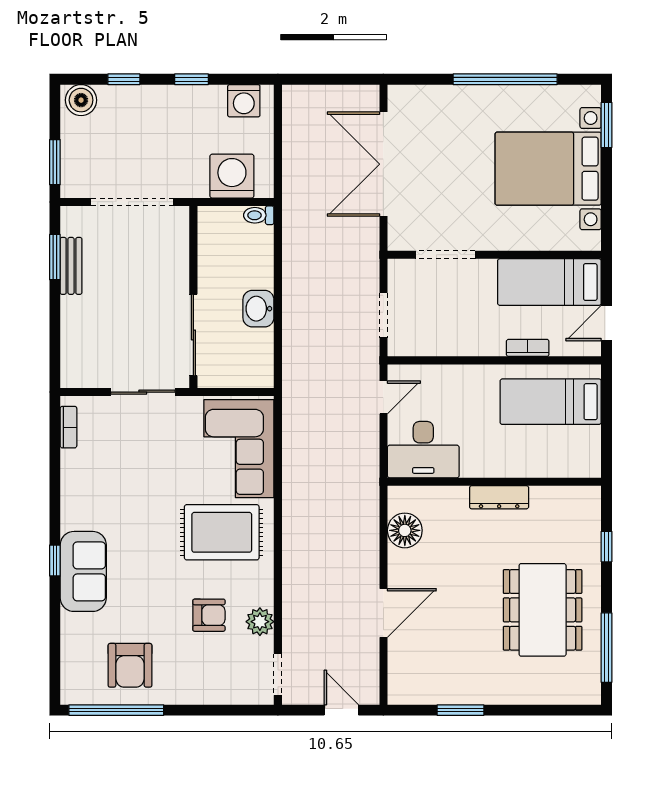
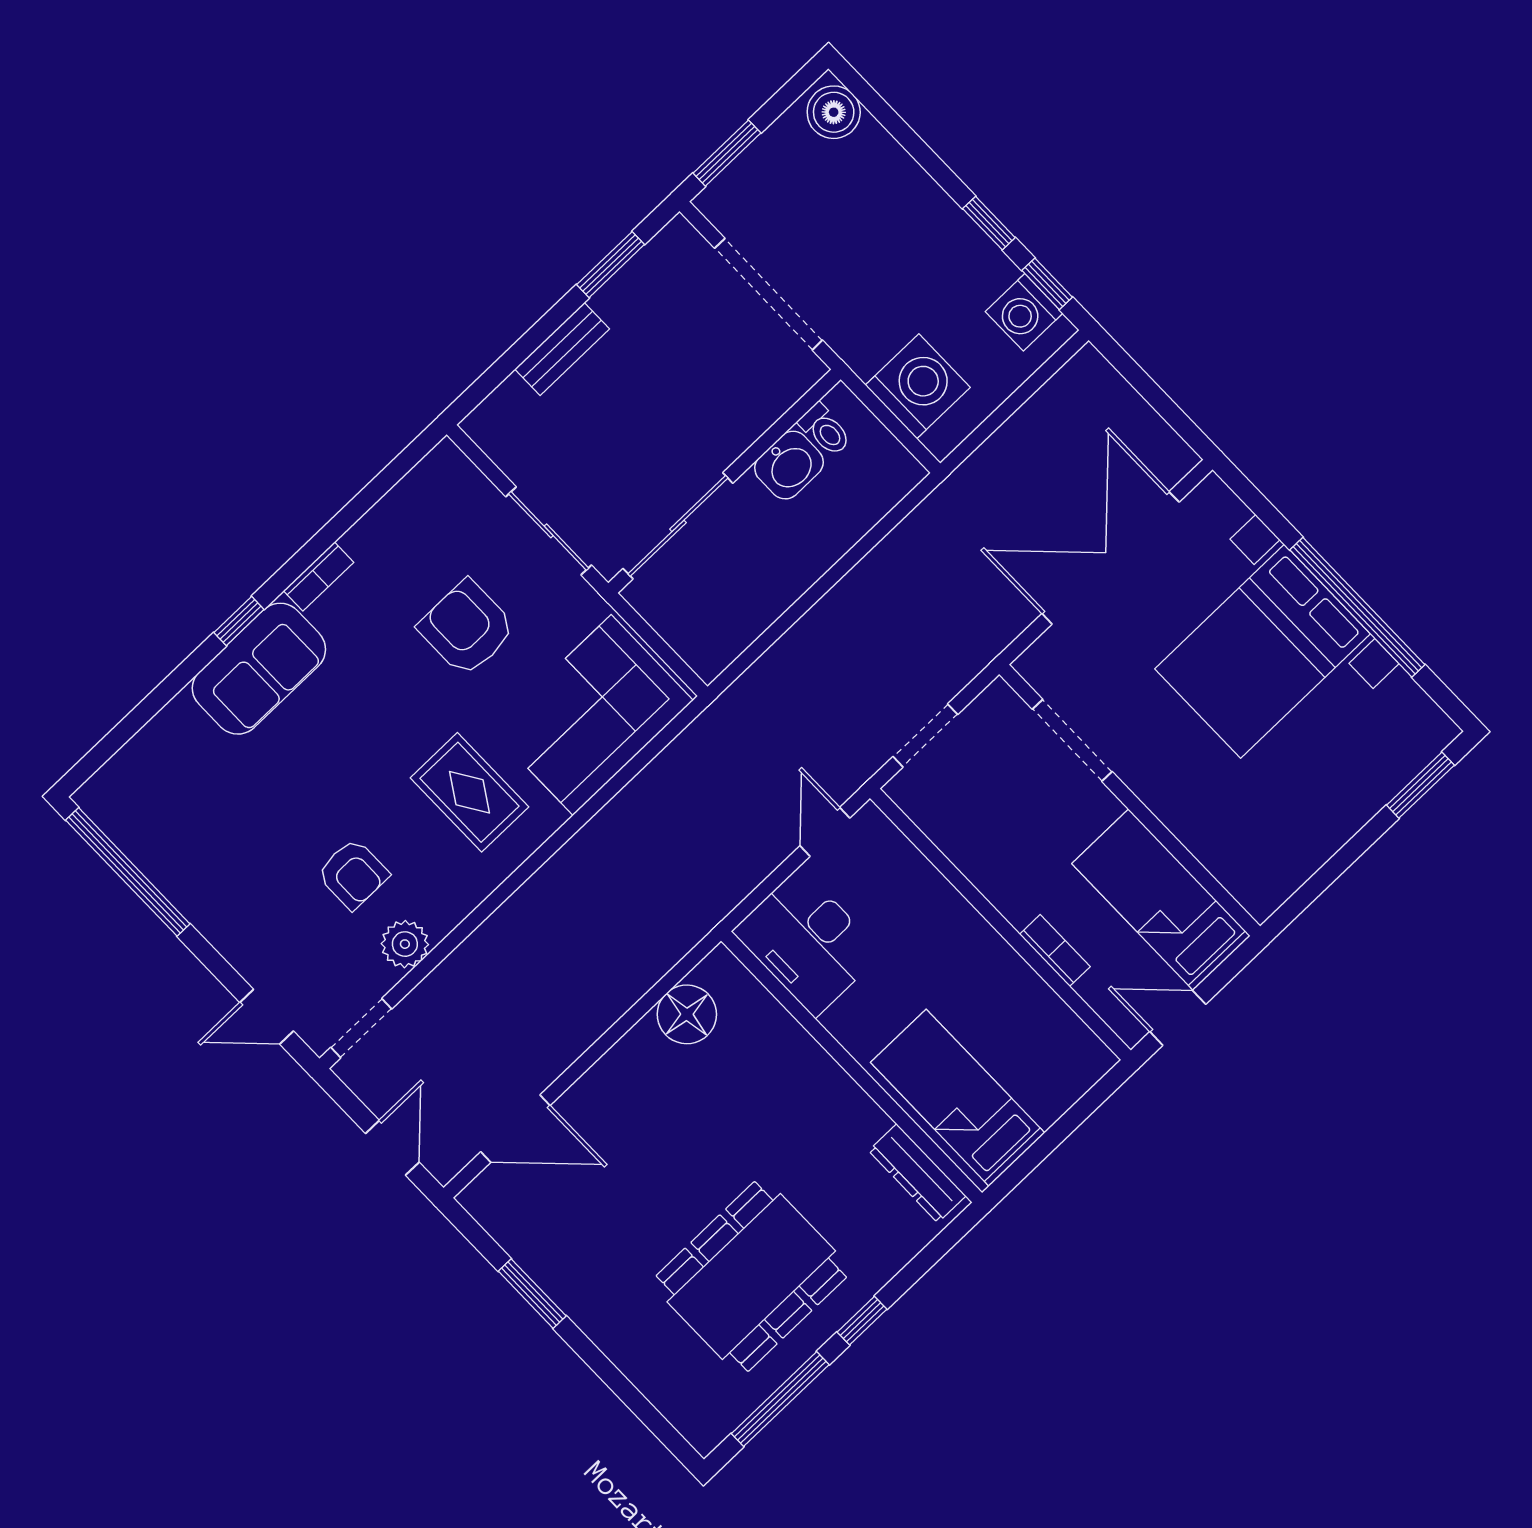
window: (124, 79) -> (1047, 284), moved
bed with nightstands: (548, 169) -> (1262, 651), moved, turned -90
toilet: (259, 215) -> (825, 430), moved, turned 180
bench: (71, 266) -> (562, 349), moved
washbasin: (258, 309) -> (789, 465), moved, turned 180
door: (383, 397) -> (825, 832), swing flipped
bed: (551, 402) -> (958, 1098), moved
bookcase: (68, 427) -> (319, 577), moved
dresser: (499, 497) -> (917, 1173), moved
rug: (222, 532) -> (469, 792), width x0.73, depth x0.70
window: (606, 547) -> (862, 1321), moved
door: (383, 613) -> (515, 1129), moved
armchair: (130, 665) -> (467, 628), moved, turned 90
door: (234, 710) -> (267, 1017), added

